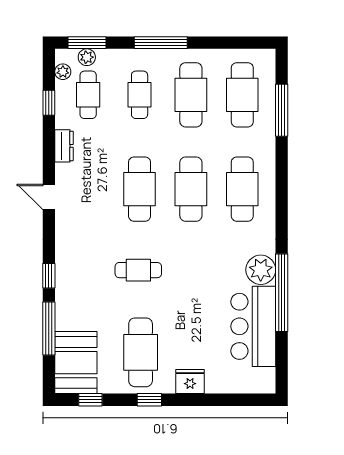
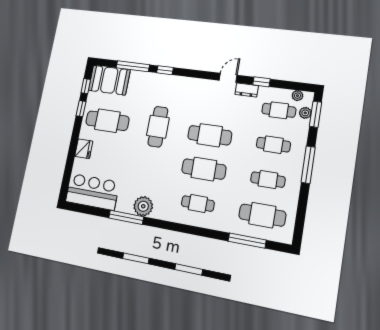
cafe table: (191, 95) -> (268, 180), width x0.73, depth x0.74
window: (49, 103) -> (261, 82), moved
cafe table: (242, 189) -> (198, 203), width x0.73, depth x0.74
door: (49, 197) -> (228, 78), moved
cafe table: (138, 270) -> (158, 127), width x1.37, depth x1.35
window: (282, 293) -> (126, 217), width x0.68
bar counter: (253, 326) -> (92, 192), moved
window: (149, 400) -> (81, 109), moved

